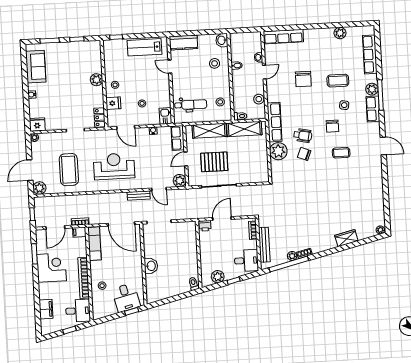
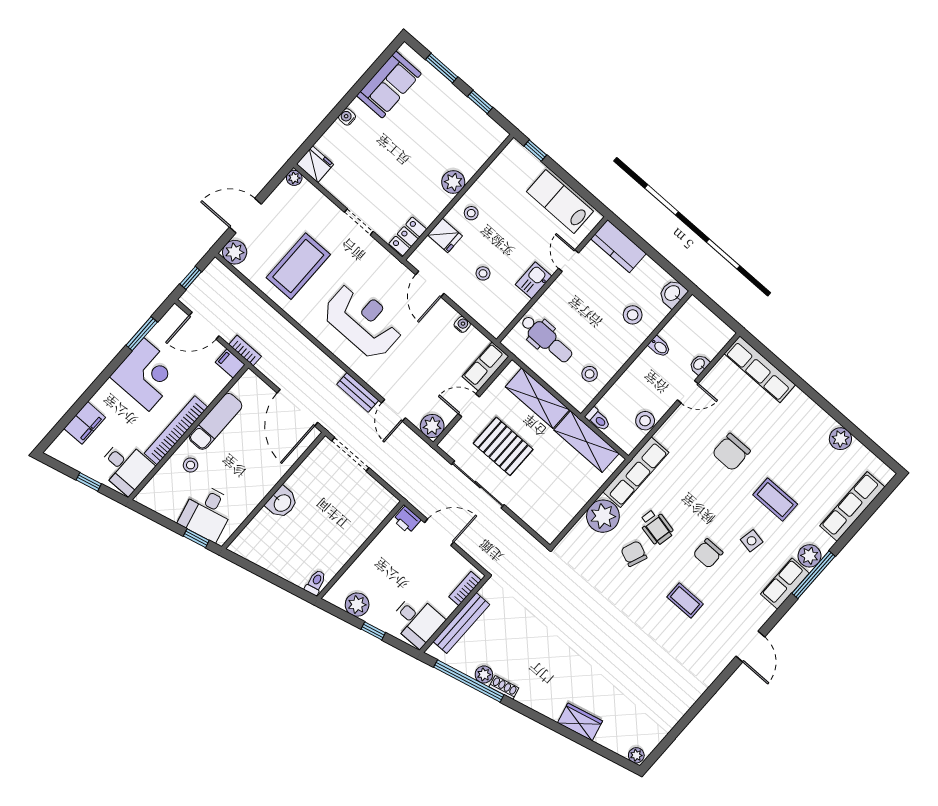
kitchen sink: (165, 116) -> (534, 280), moved
exam couch: (94, 244) -> (216, 421), moved

